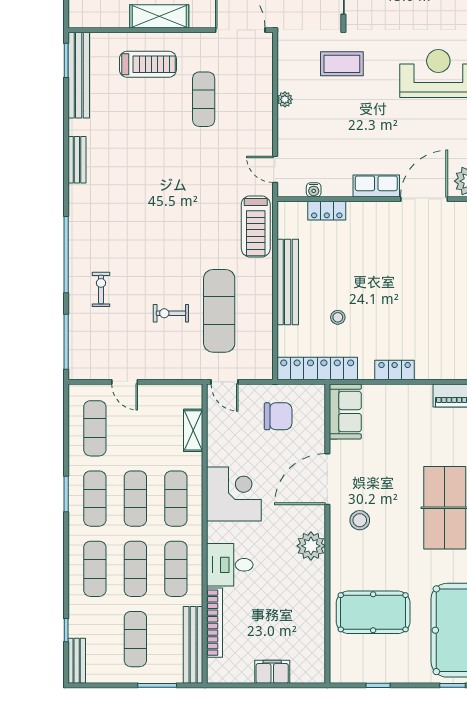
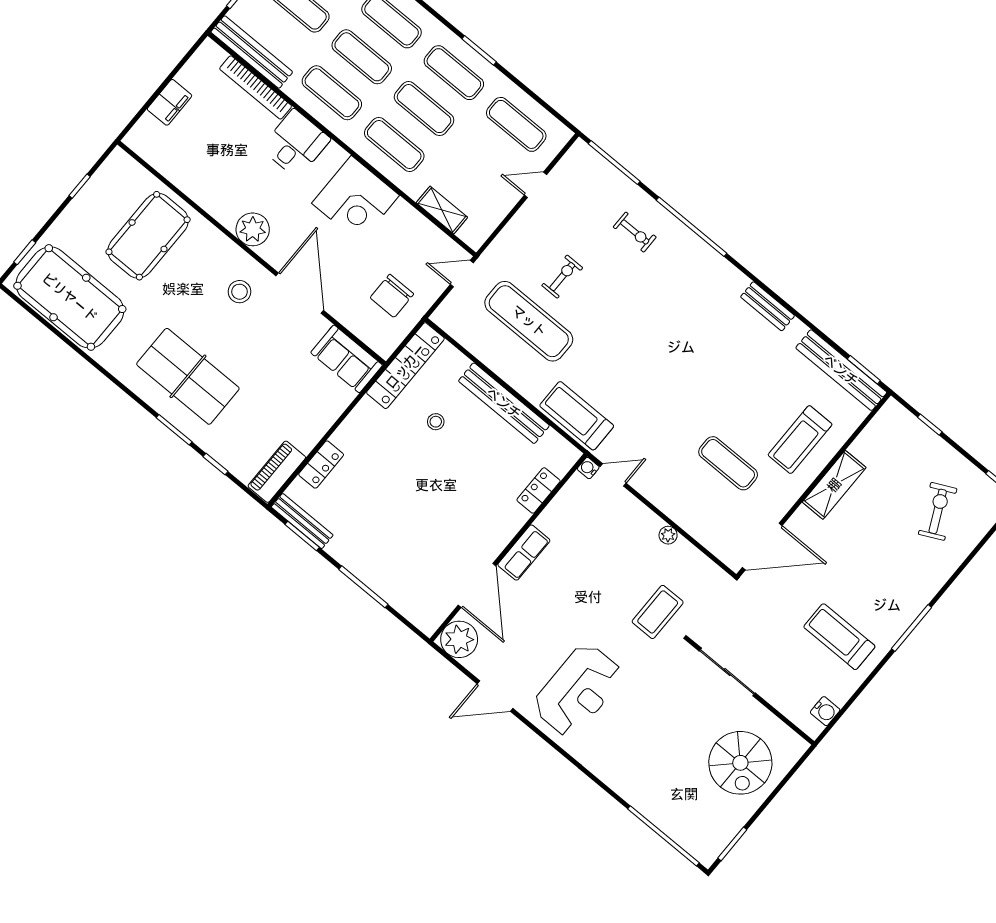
water cooler: (314, 190) -> (588, 468), moved
locker: (395, 370) -> (321, 465), moved

